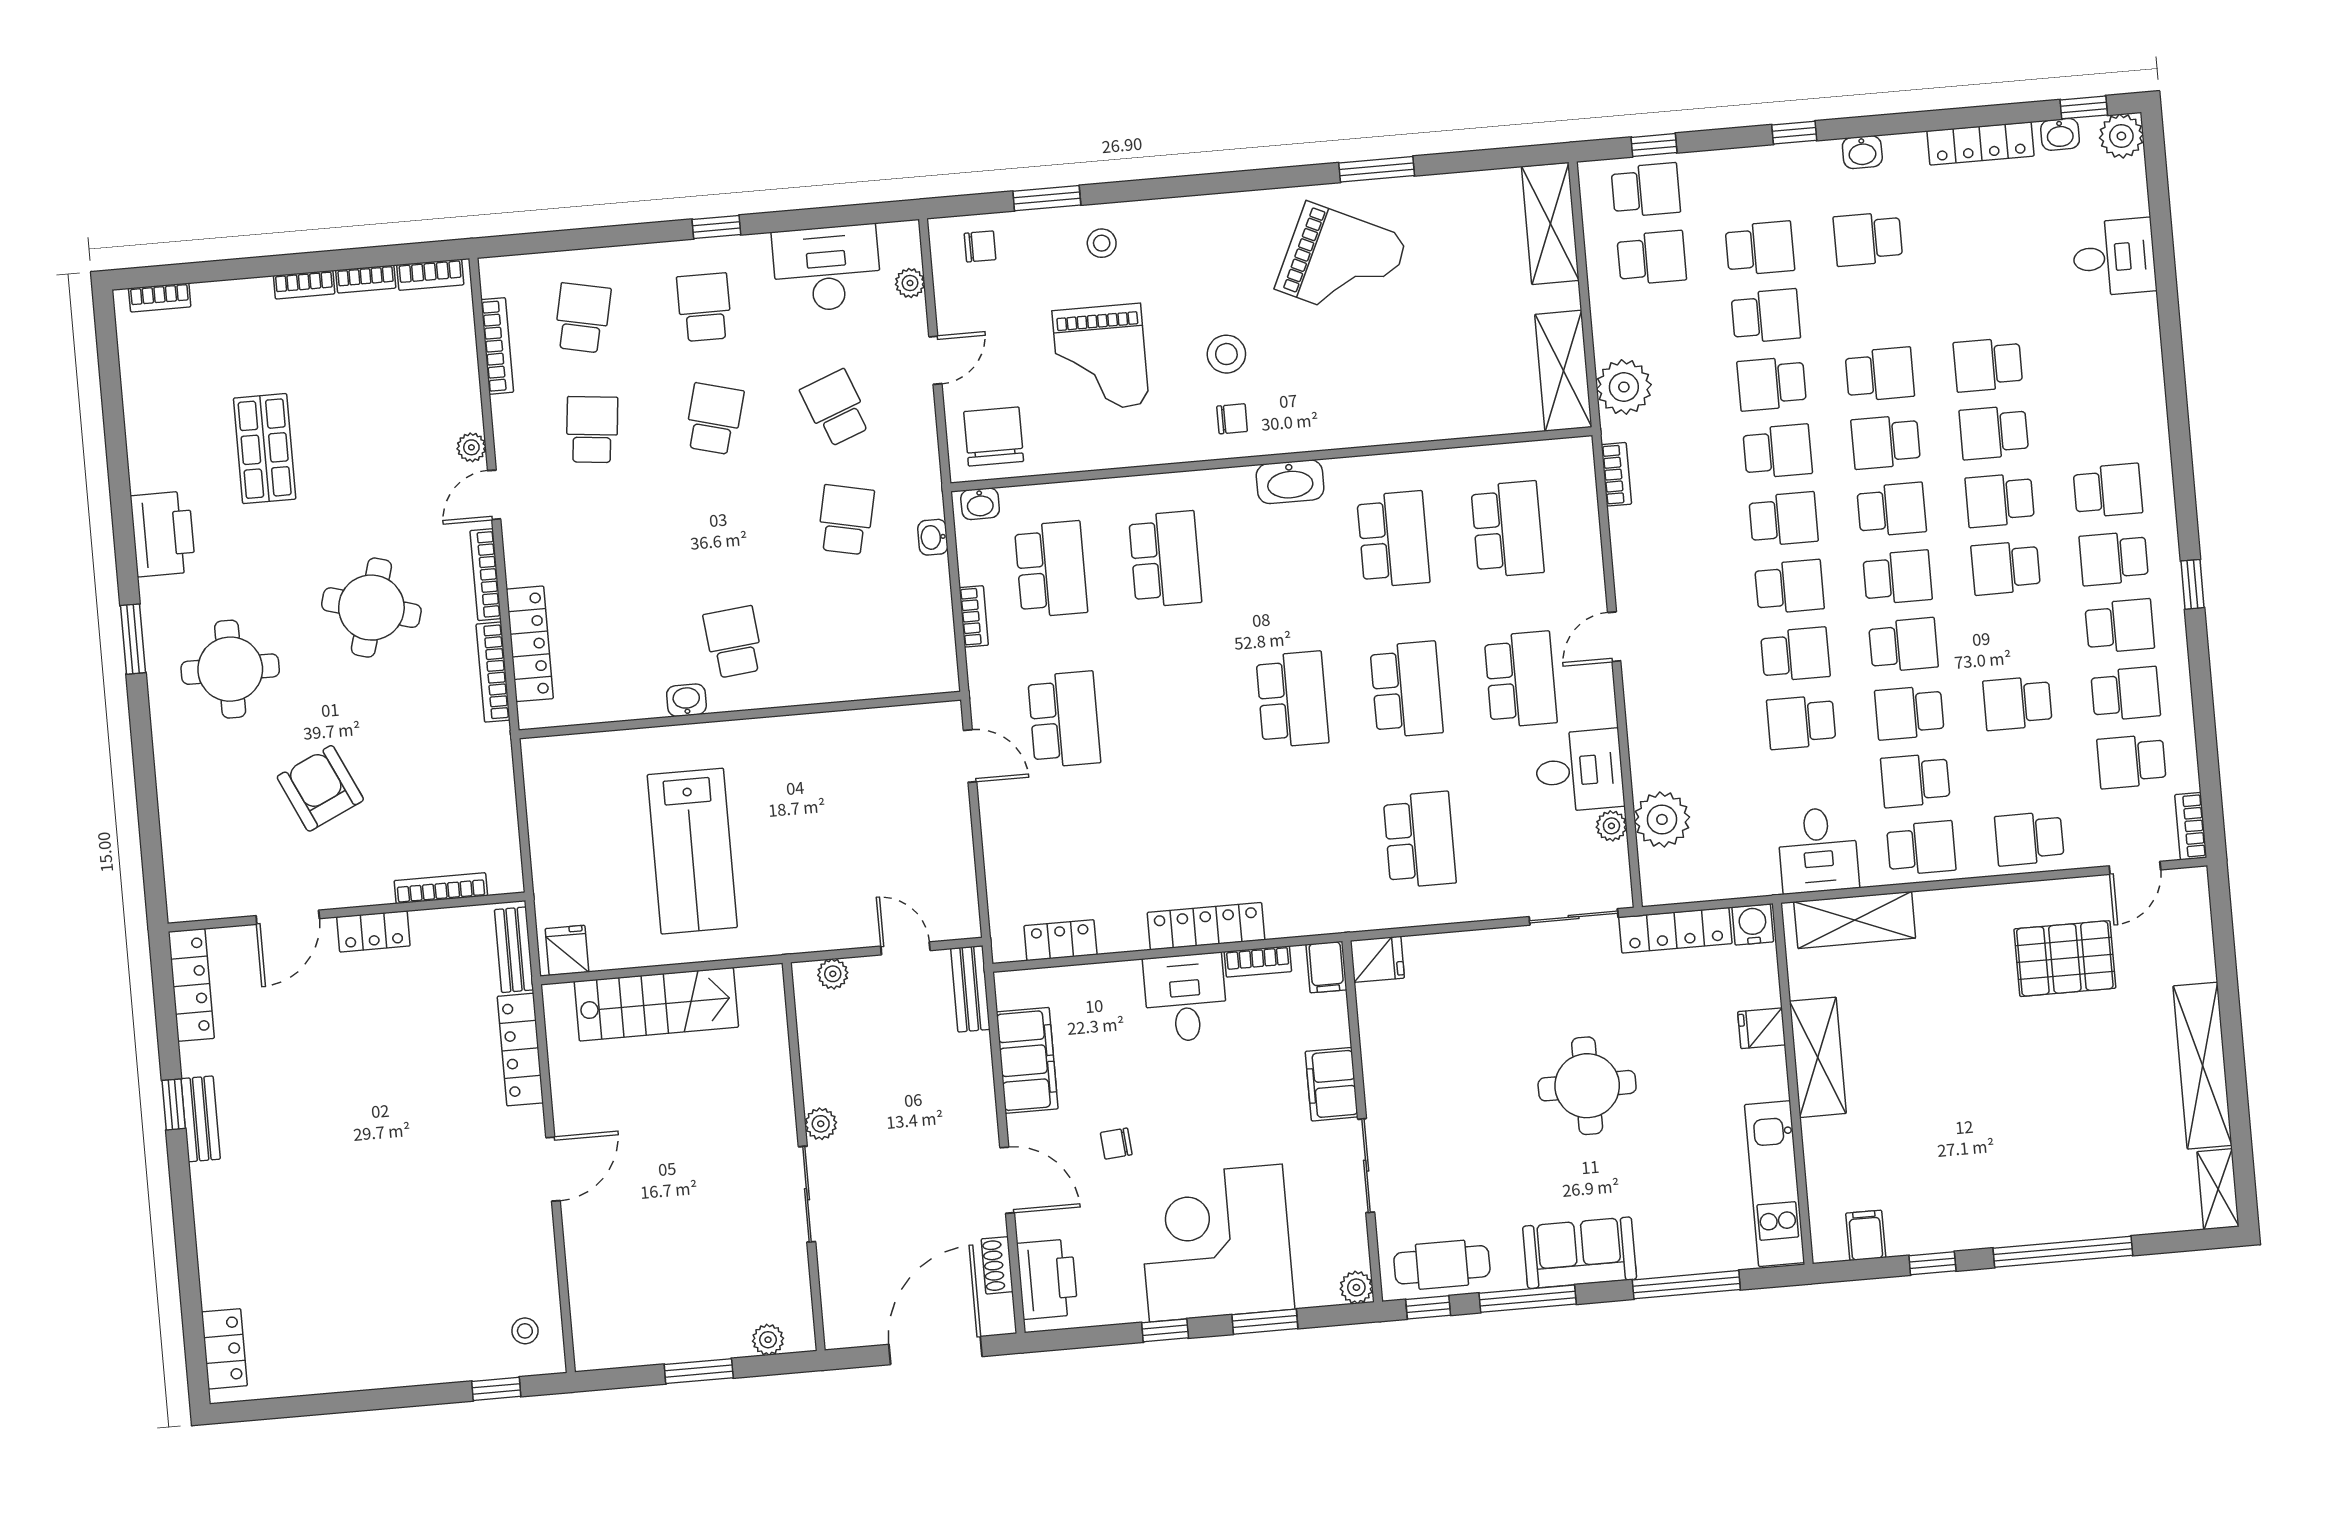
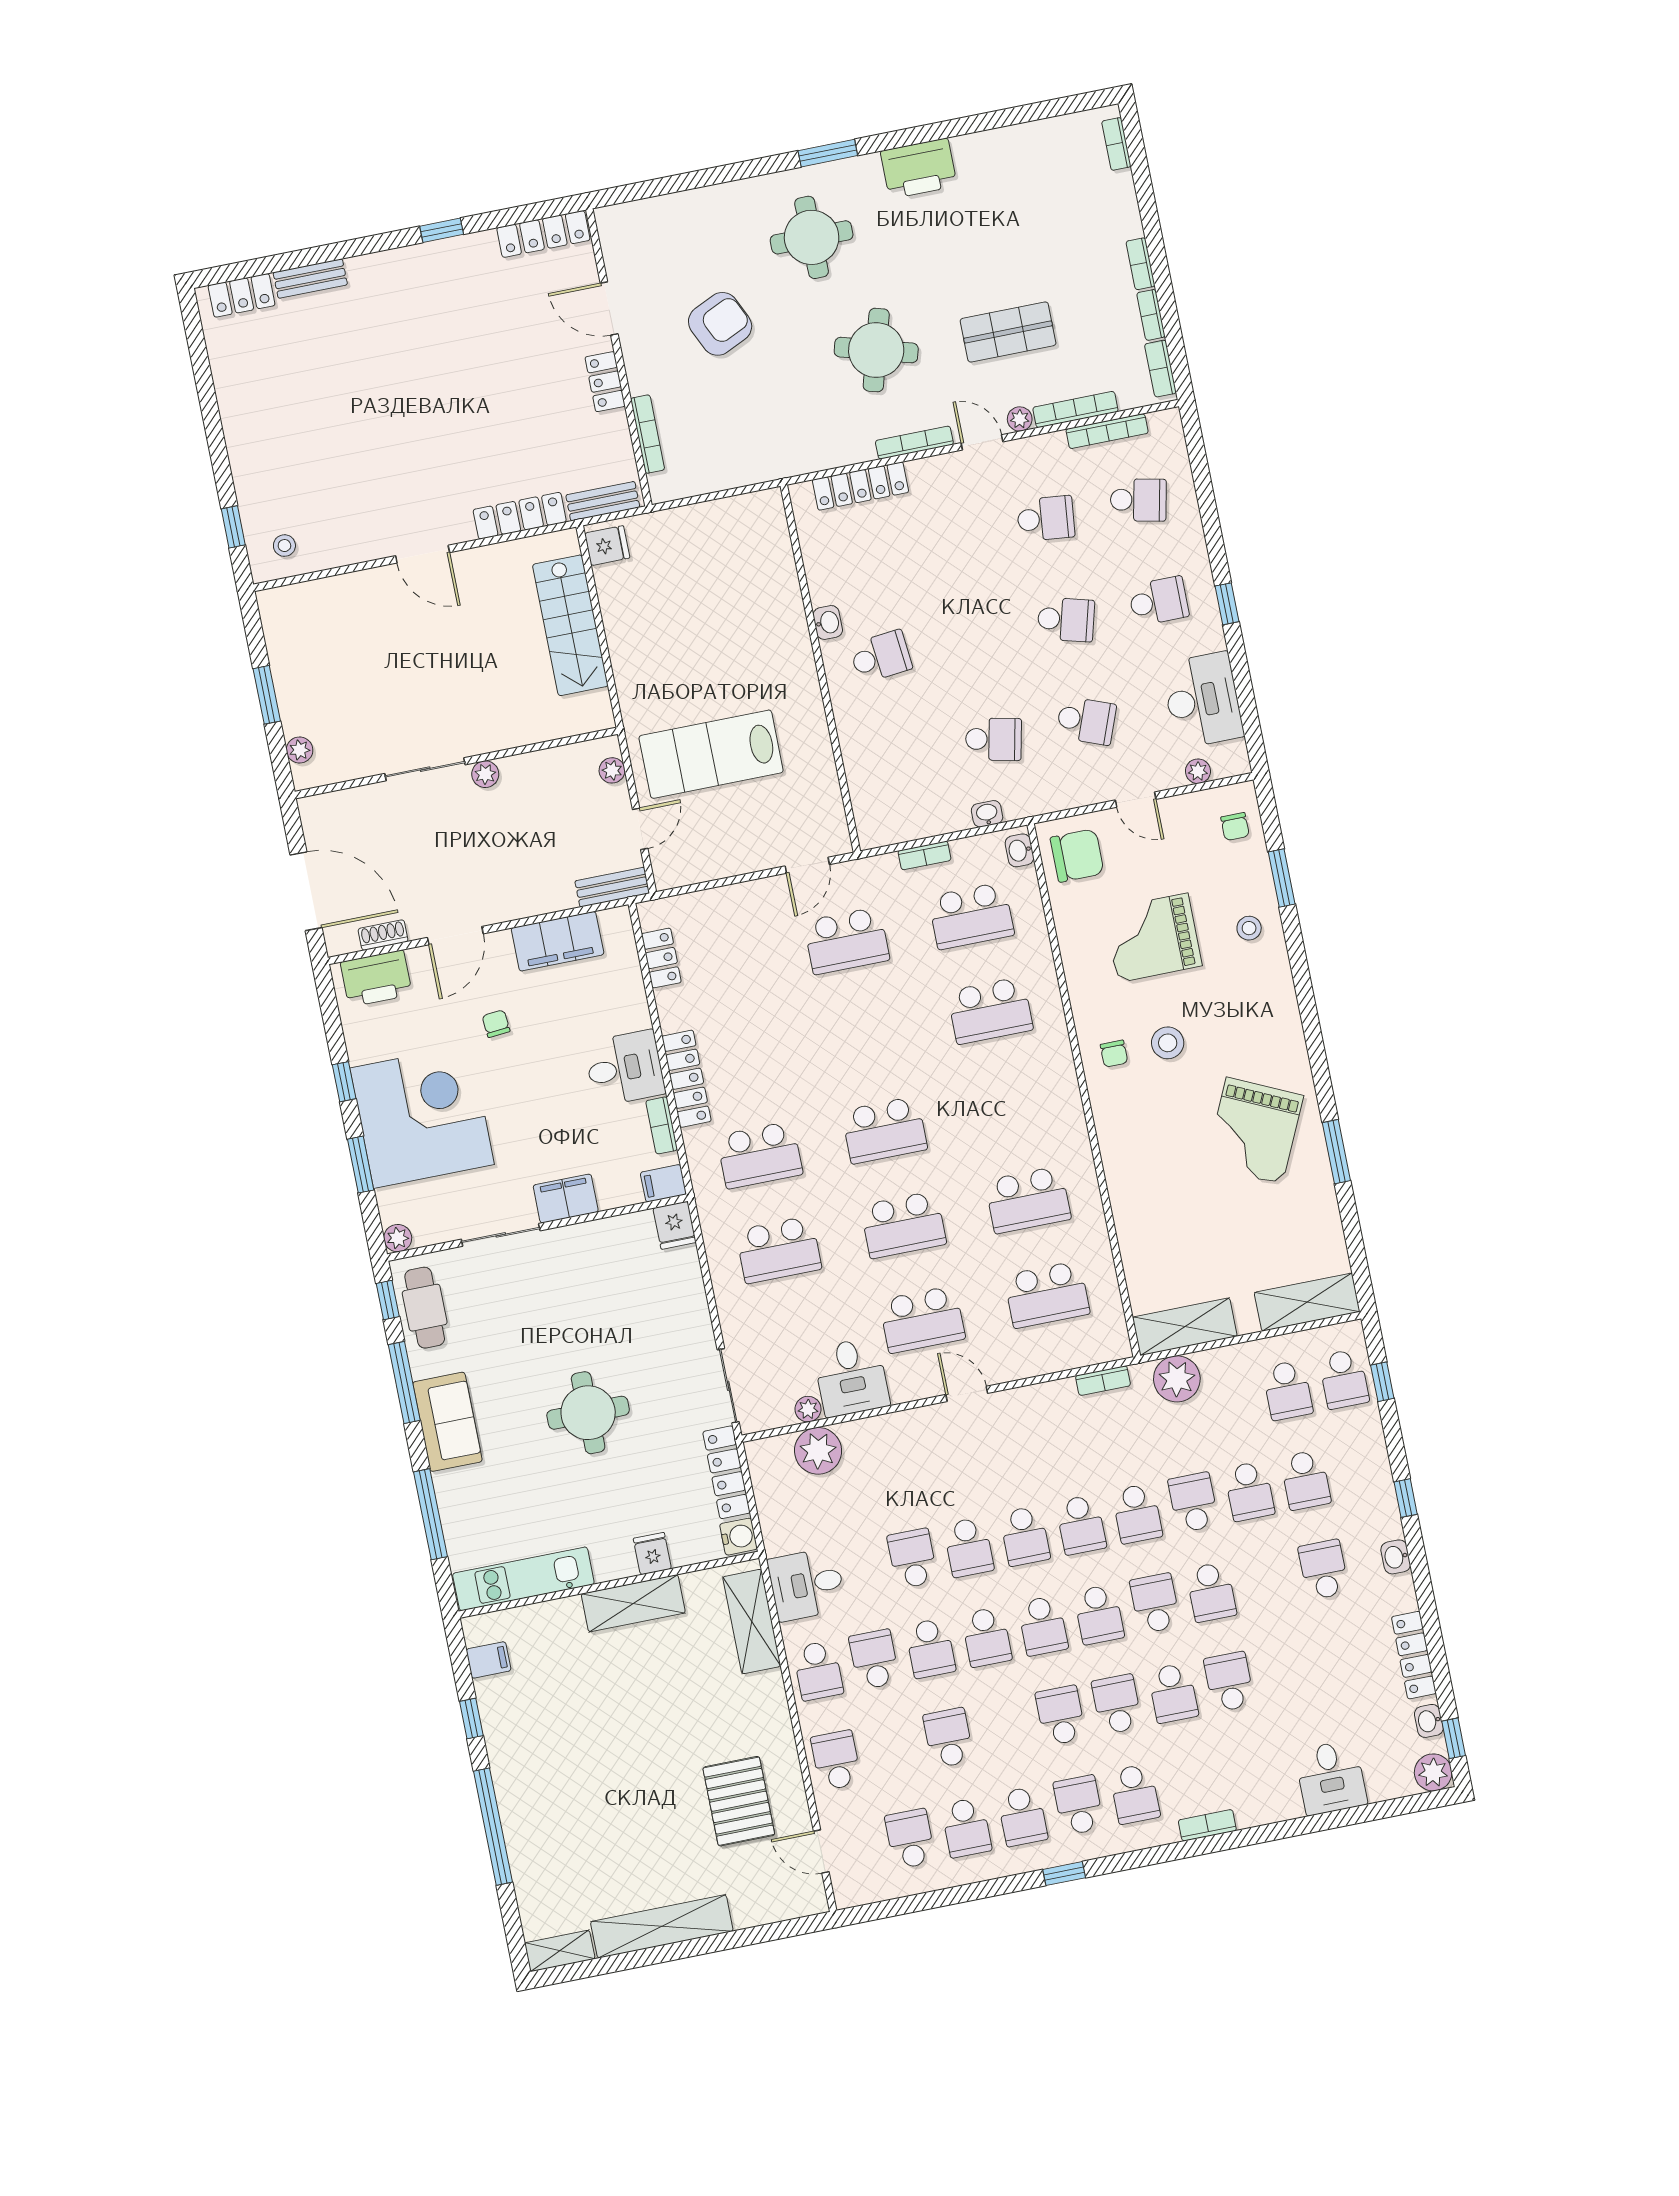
school desk: (836, 408) -> (1086, 721), turned 42
school desk: (1994, 432) -> (1173, 1693), turned 180
shop shelf: (265, 449) -> (1008, 332), moved
washbasin: (1290, 482) -> (1067, 1108), removed
bookcase: (493, 672) -> (1075, 409), moved
school desk: (1909, 713) -> (930, 1648), turned 180
bookcase: (2191, 826) -> (1207, 1825), moved
school desk: (1306, 850) -> (760, 1155), added
lab bench: (692, 851) -> (711, 754), moved
bench: (201, 1119) -> (310, 279), moved

